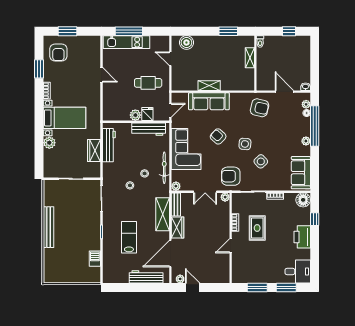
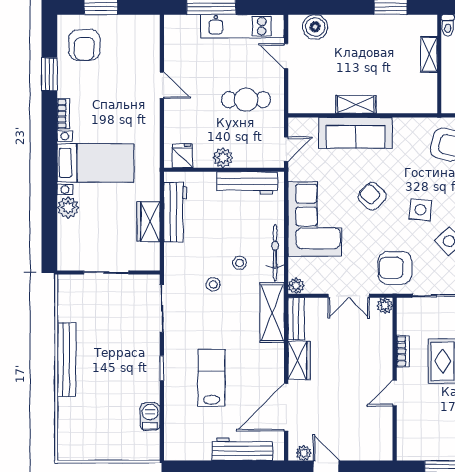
kitchen unit: (126, 42) -> (242, 26), moved
fridge: (147, 114) -> (183, 156), moved
shelving: (163, 214) -> (272, 313), moved

